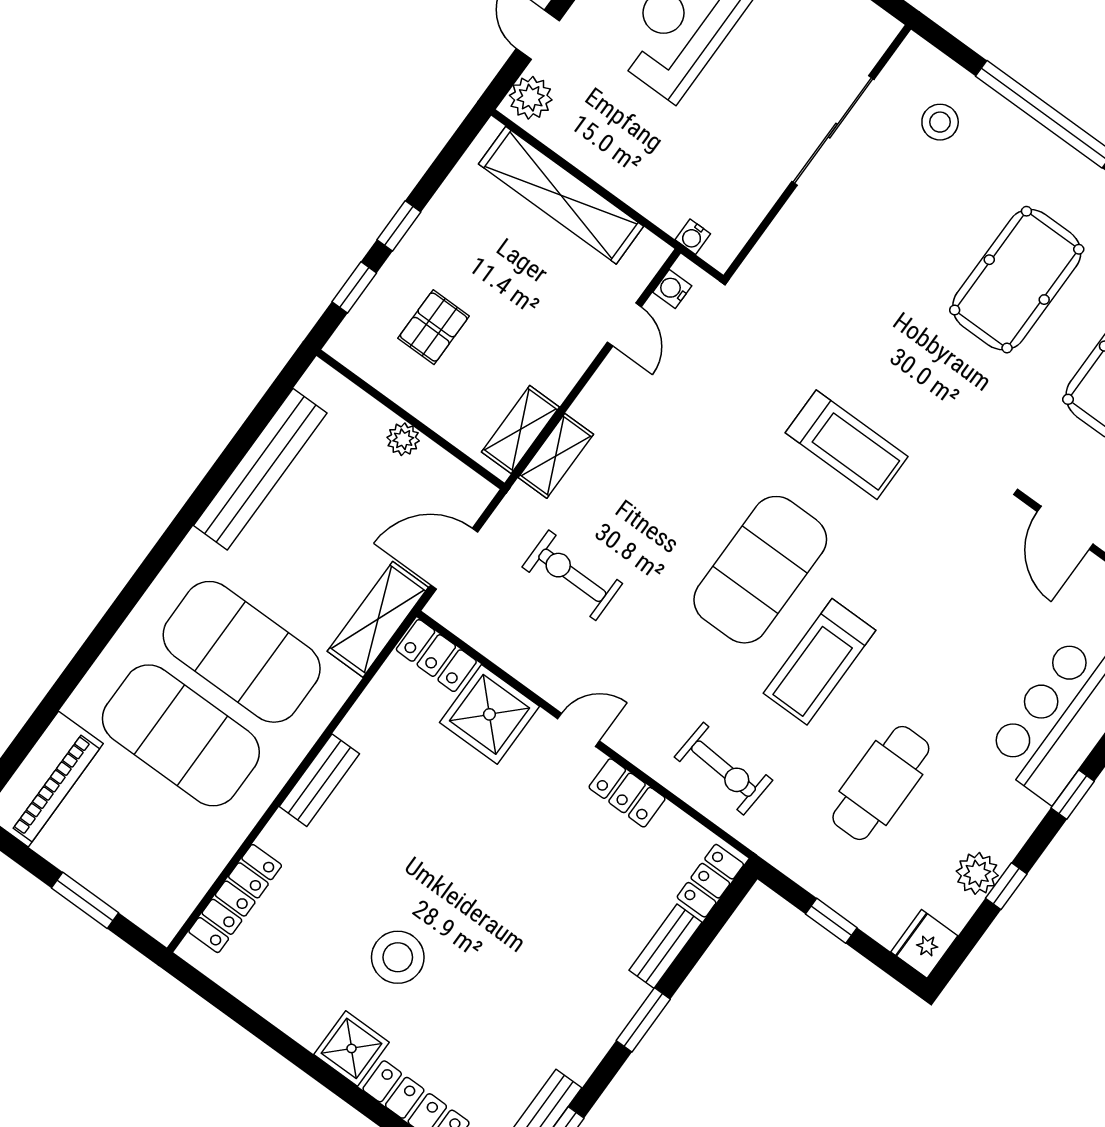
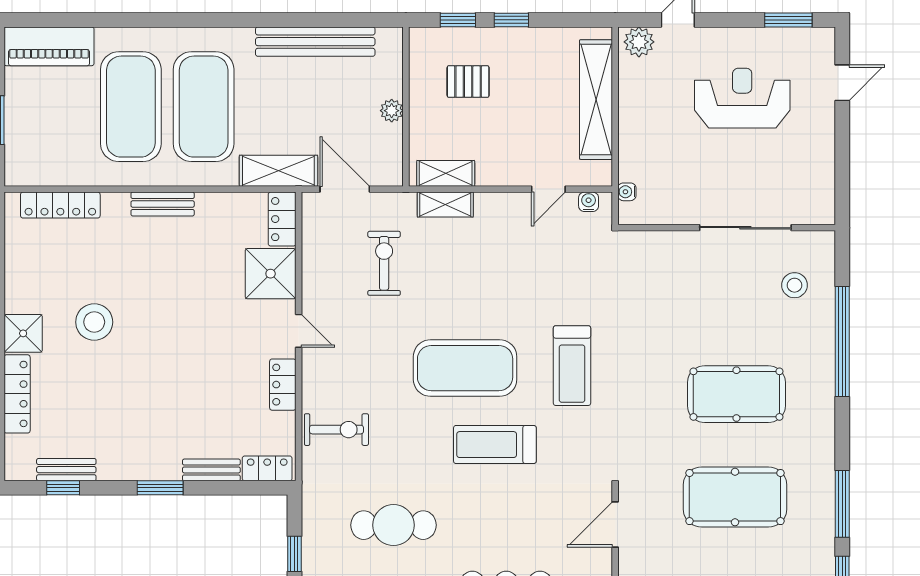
treadmill: (819, 662) -> (495, 445), moved
exercise bike: (724, 769) -> (336, 430), turned -94

